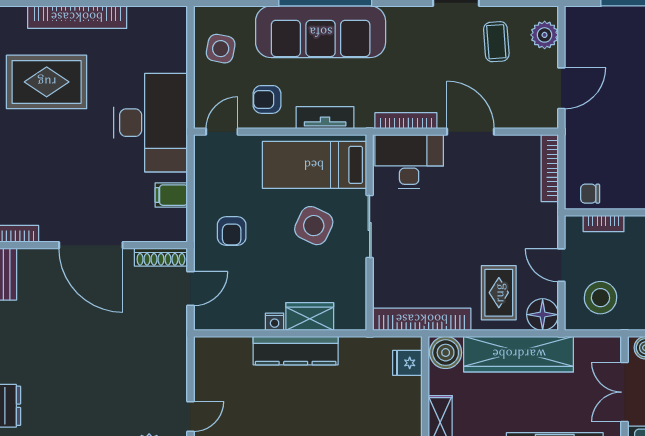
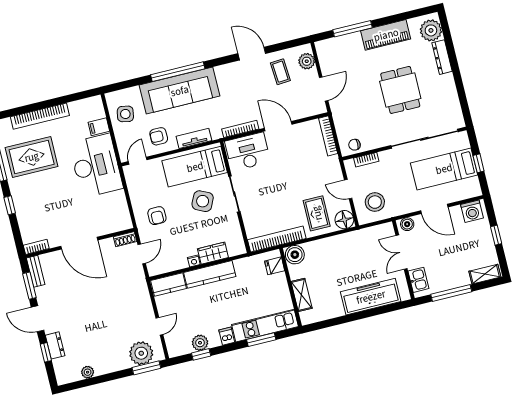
filing cabinet: (171, 195) -> (99, 127), moved
shoe rack: (161, 257) -> (125, 239), width x0.70
kitchen counter: (223, 351) -> (169, 284), added
wardrobe: (519, 354) -> (336, 245), removed

